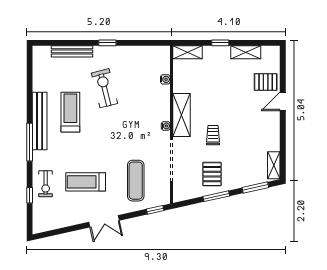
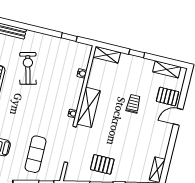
window: (107, 43) -> (69, 37), moved
shelving: (246, 52) -> (167, 69), moved
trolley: (213, 135) -> (133, 104), moved
pallet: (212, 174) -> (102, 164), turned 90

